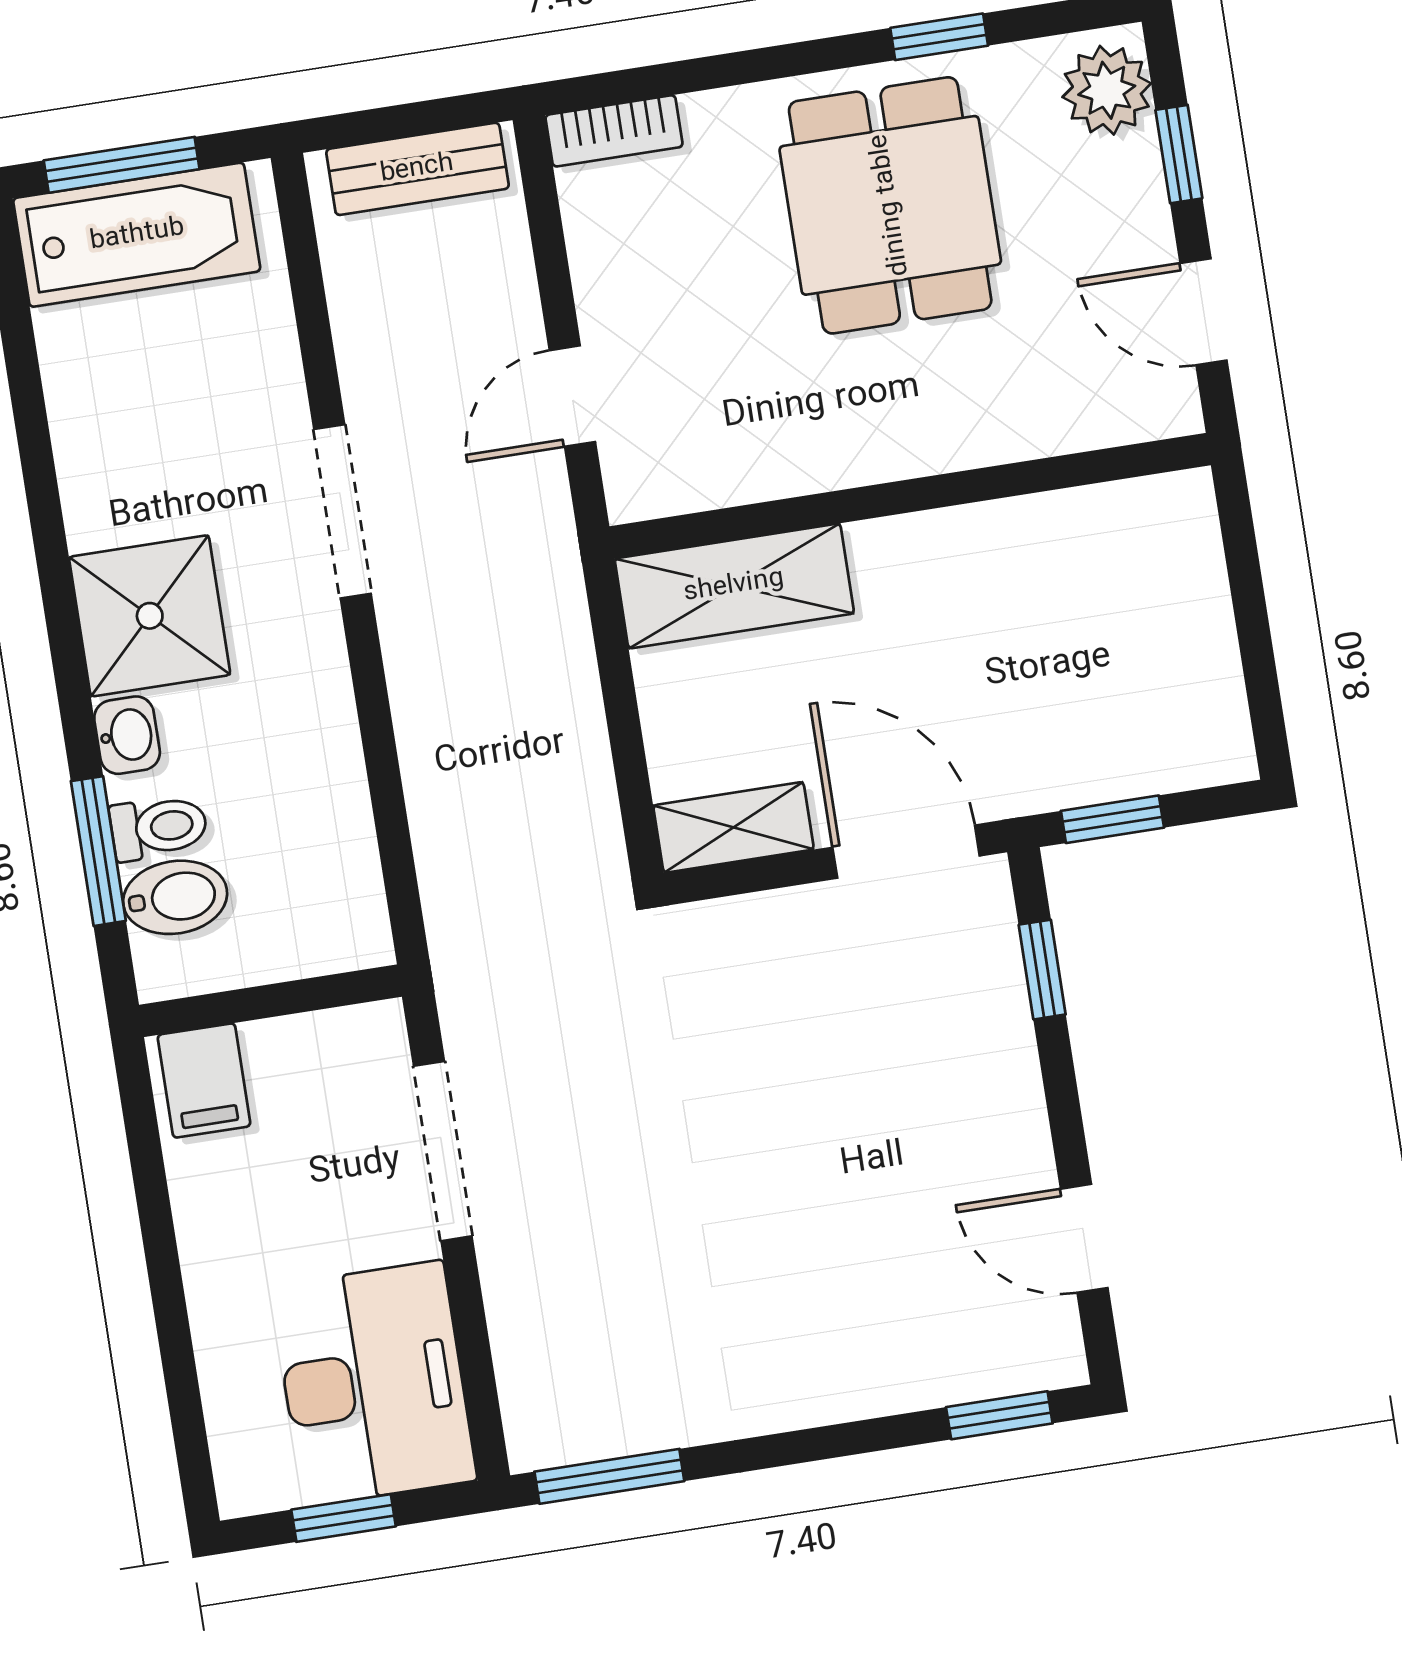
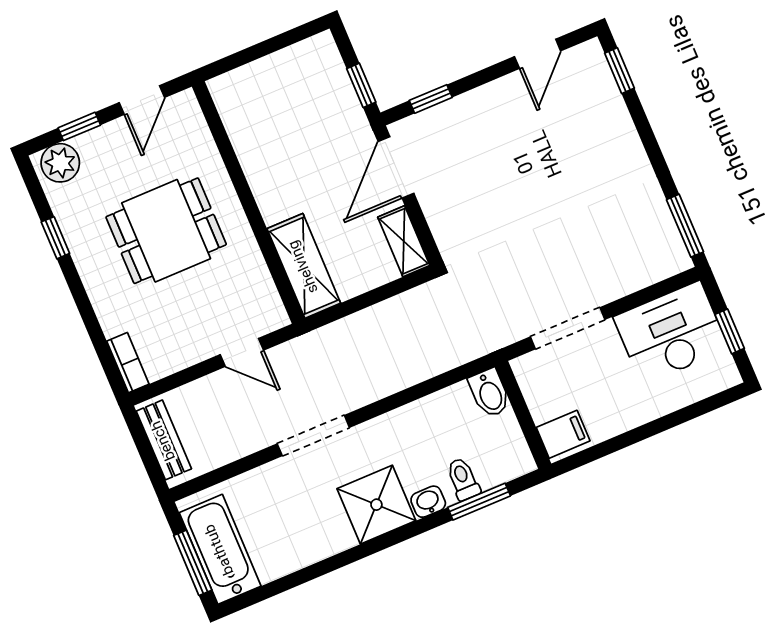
dining table: (890, 205) -> (166, 231), moved
bidet: (175, 897) -> (490, 393), moved, turned 180

